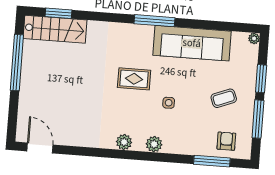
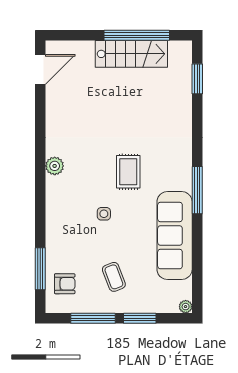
stairs: (55, 29) -> (131, 54), moved, turned -90
plant: (154, 144) -> (55, 201), removed

